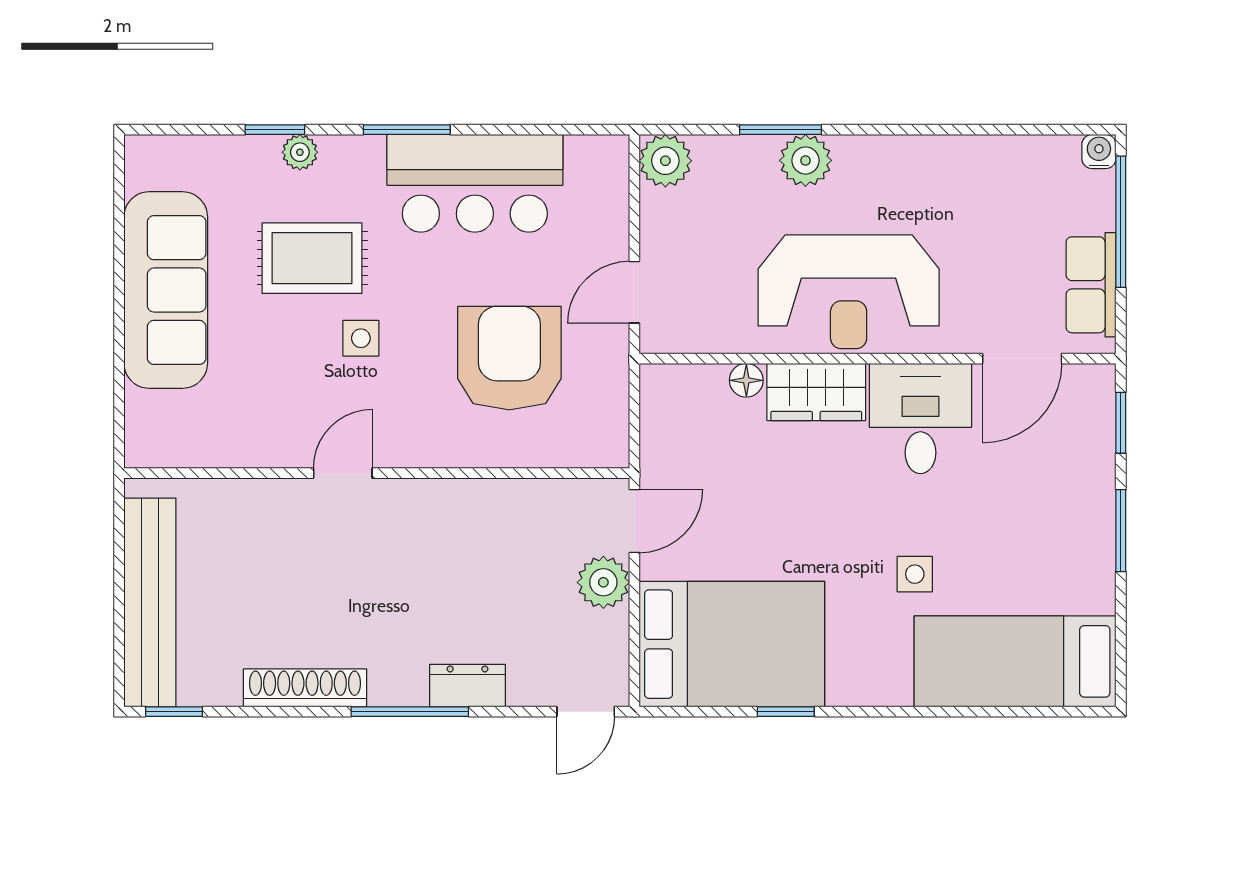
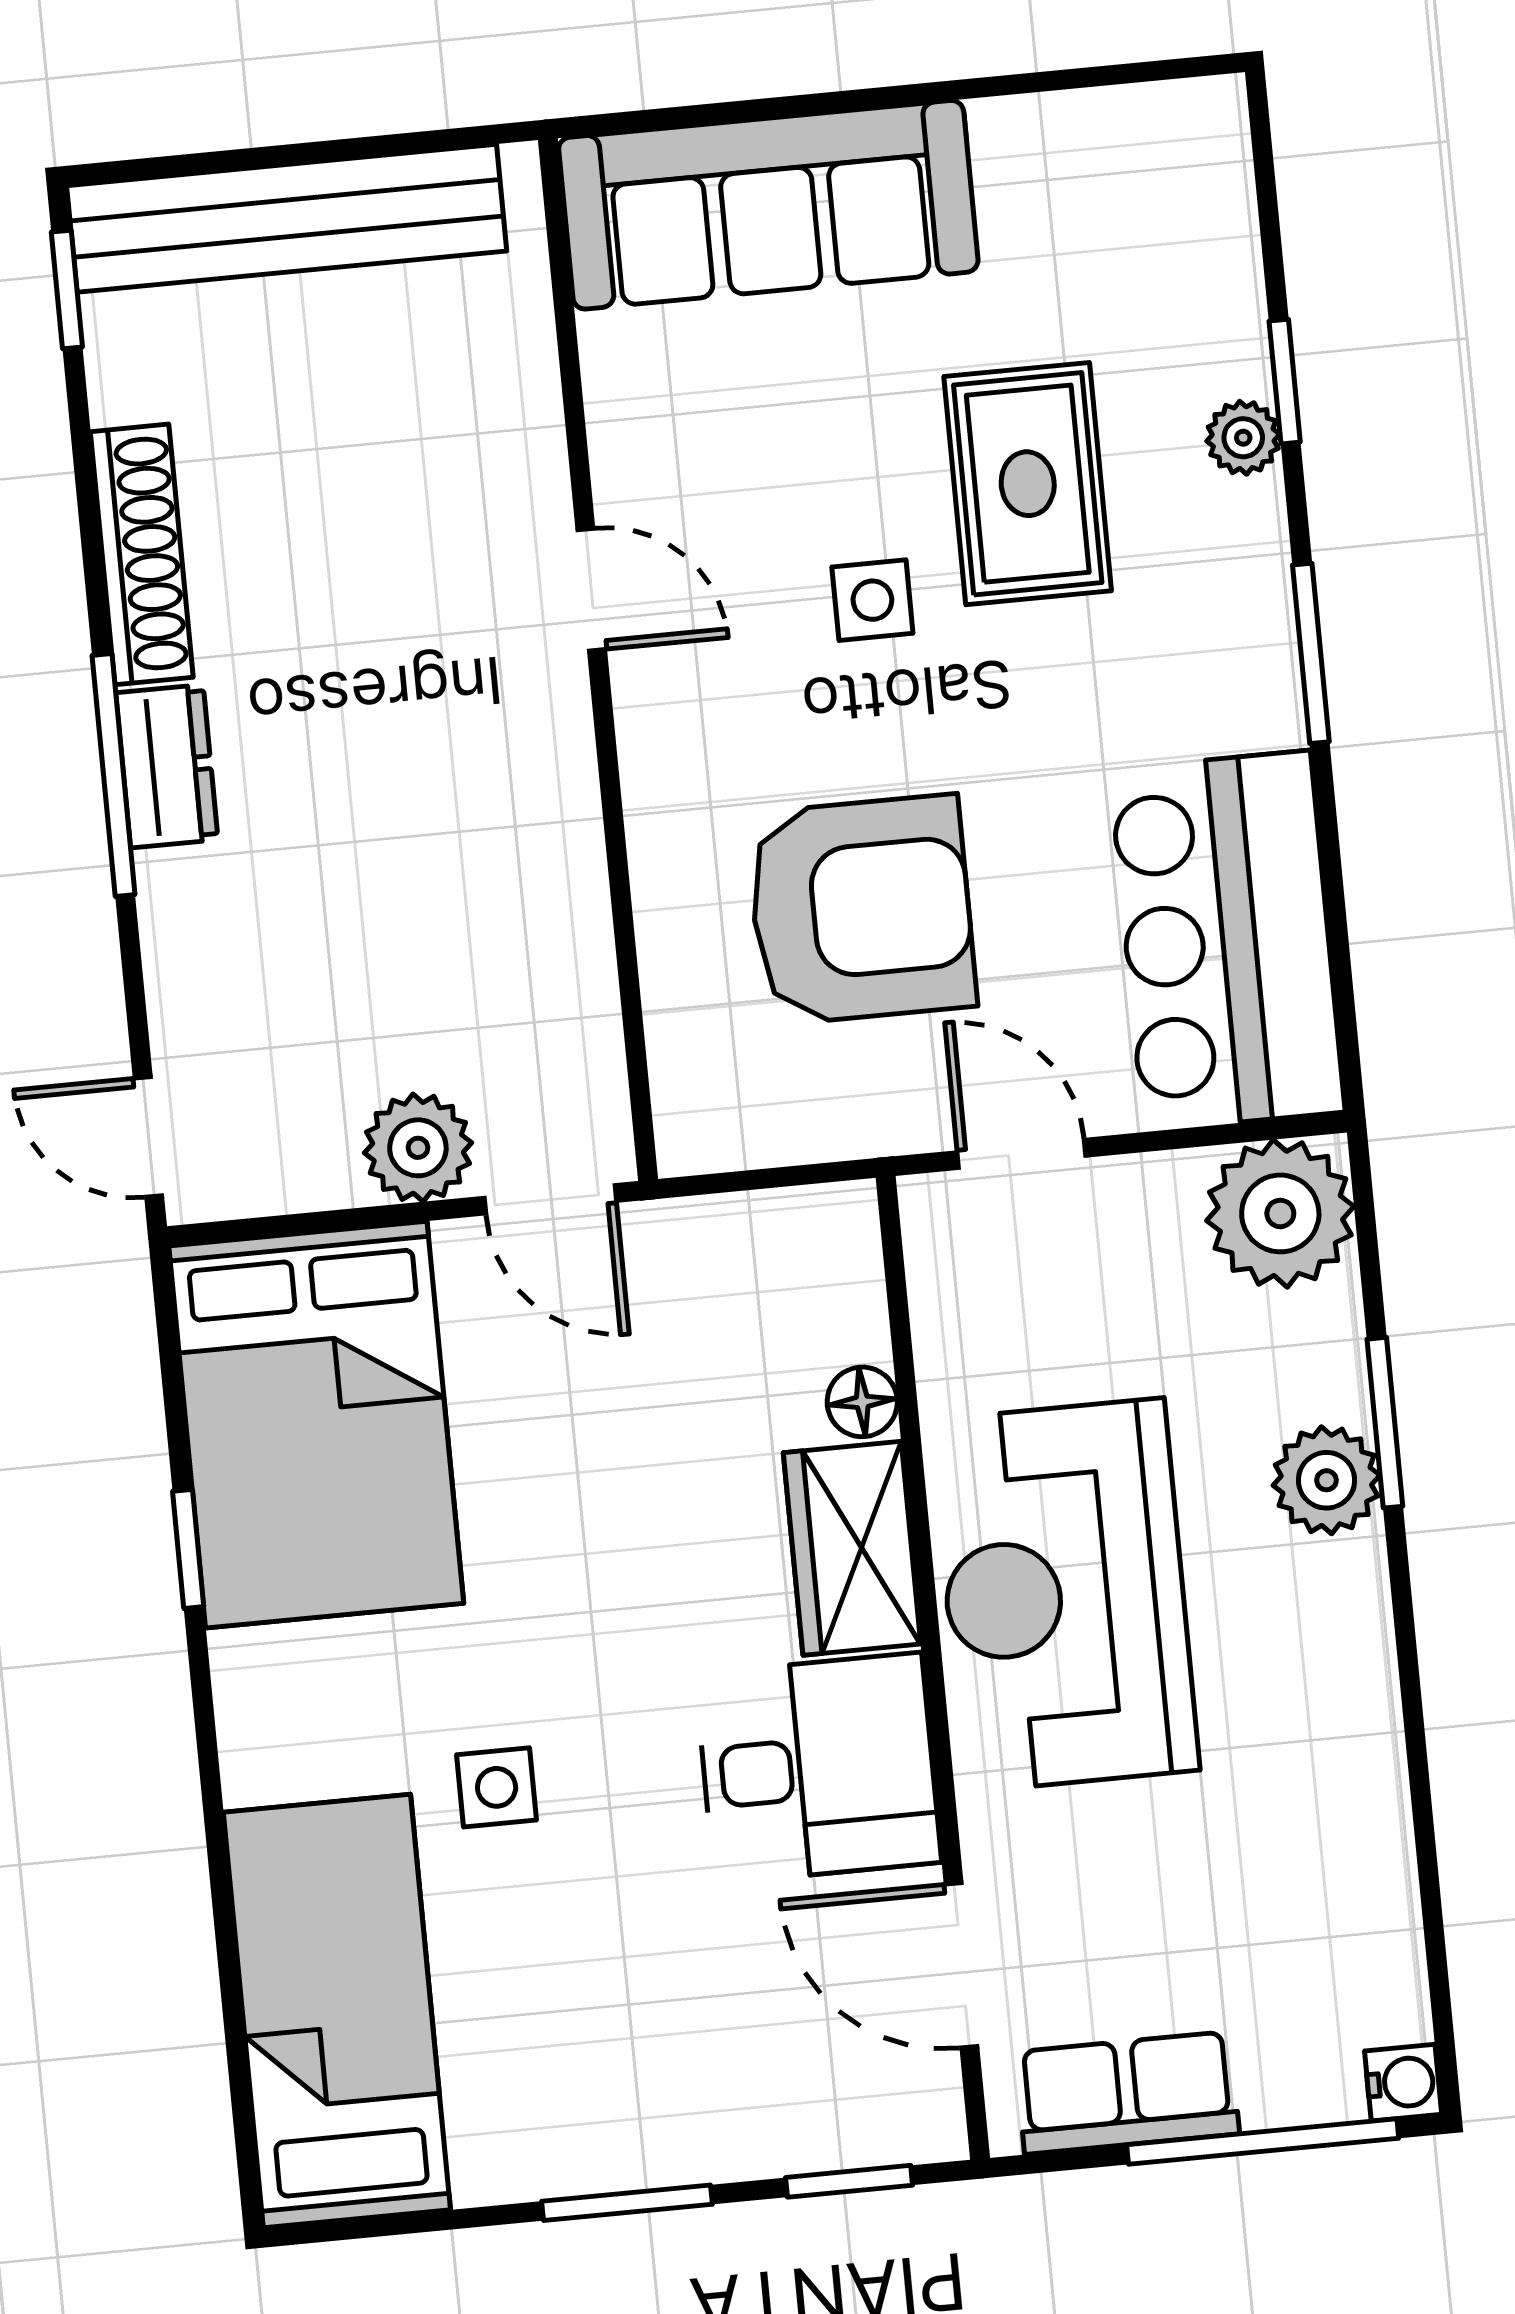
plant: (665, 161) -> (1280, 1213), width x1.36, depth x1.36
bar counter: (475, 183) -> (1227, 941), moved
sofa: (166, 290) -> (768, 205), moved
dresser: (467, 686) -> (167, 766), moved

